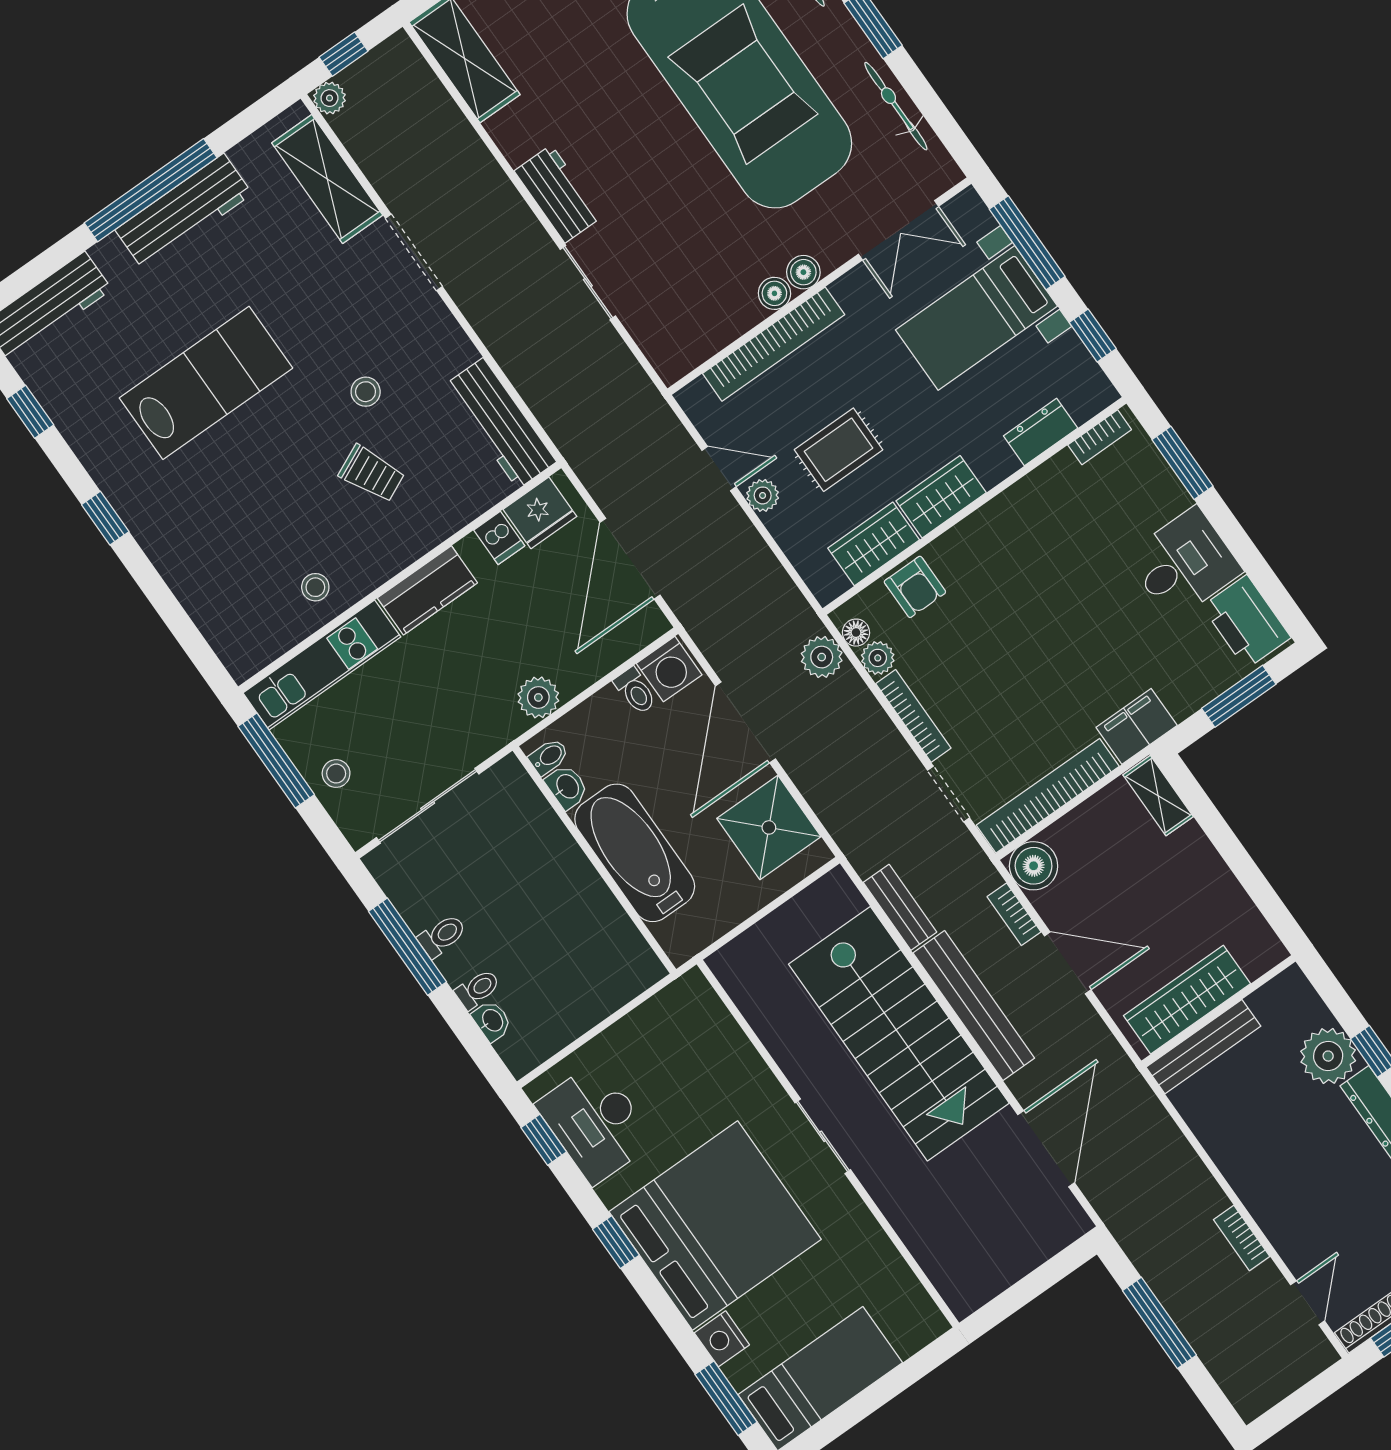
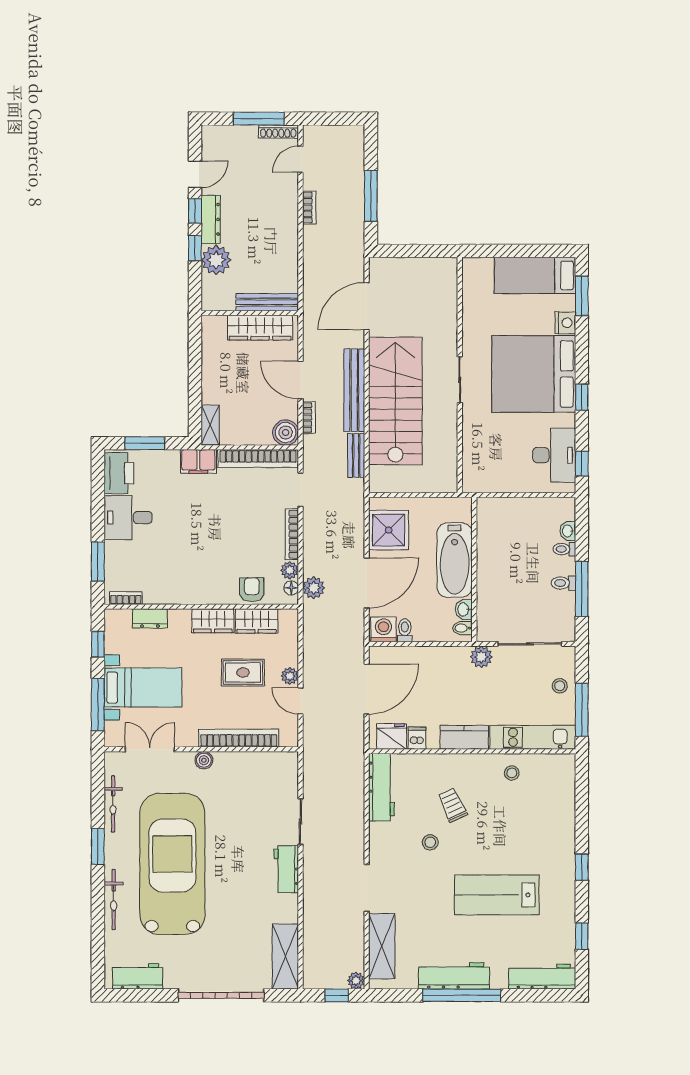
boiler: (774, 293) -> (223, 760), removed
plant: (538, 697) -> (481, 657), moved

